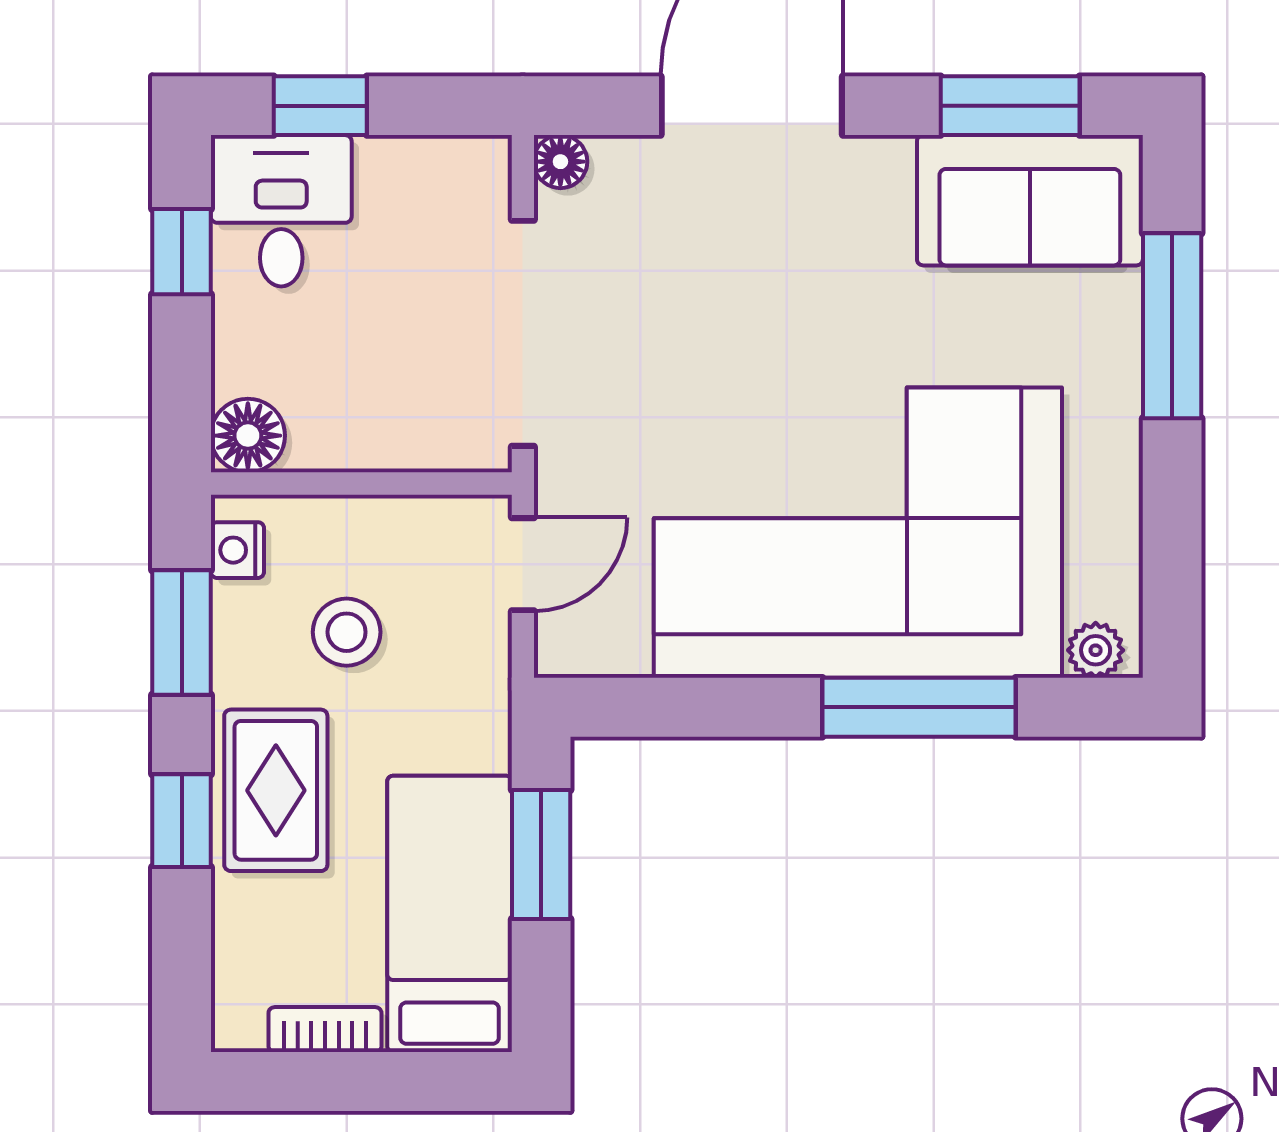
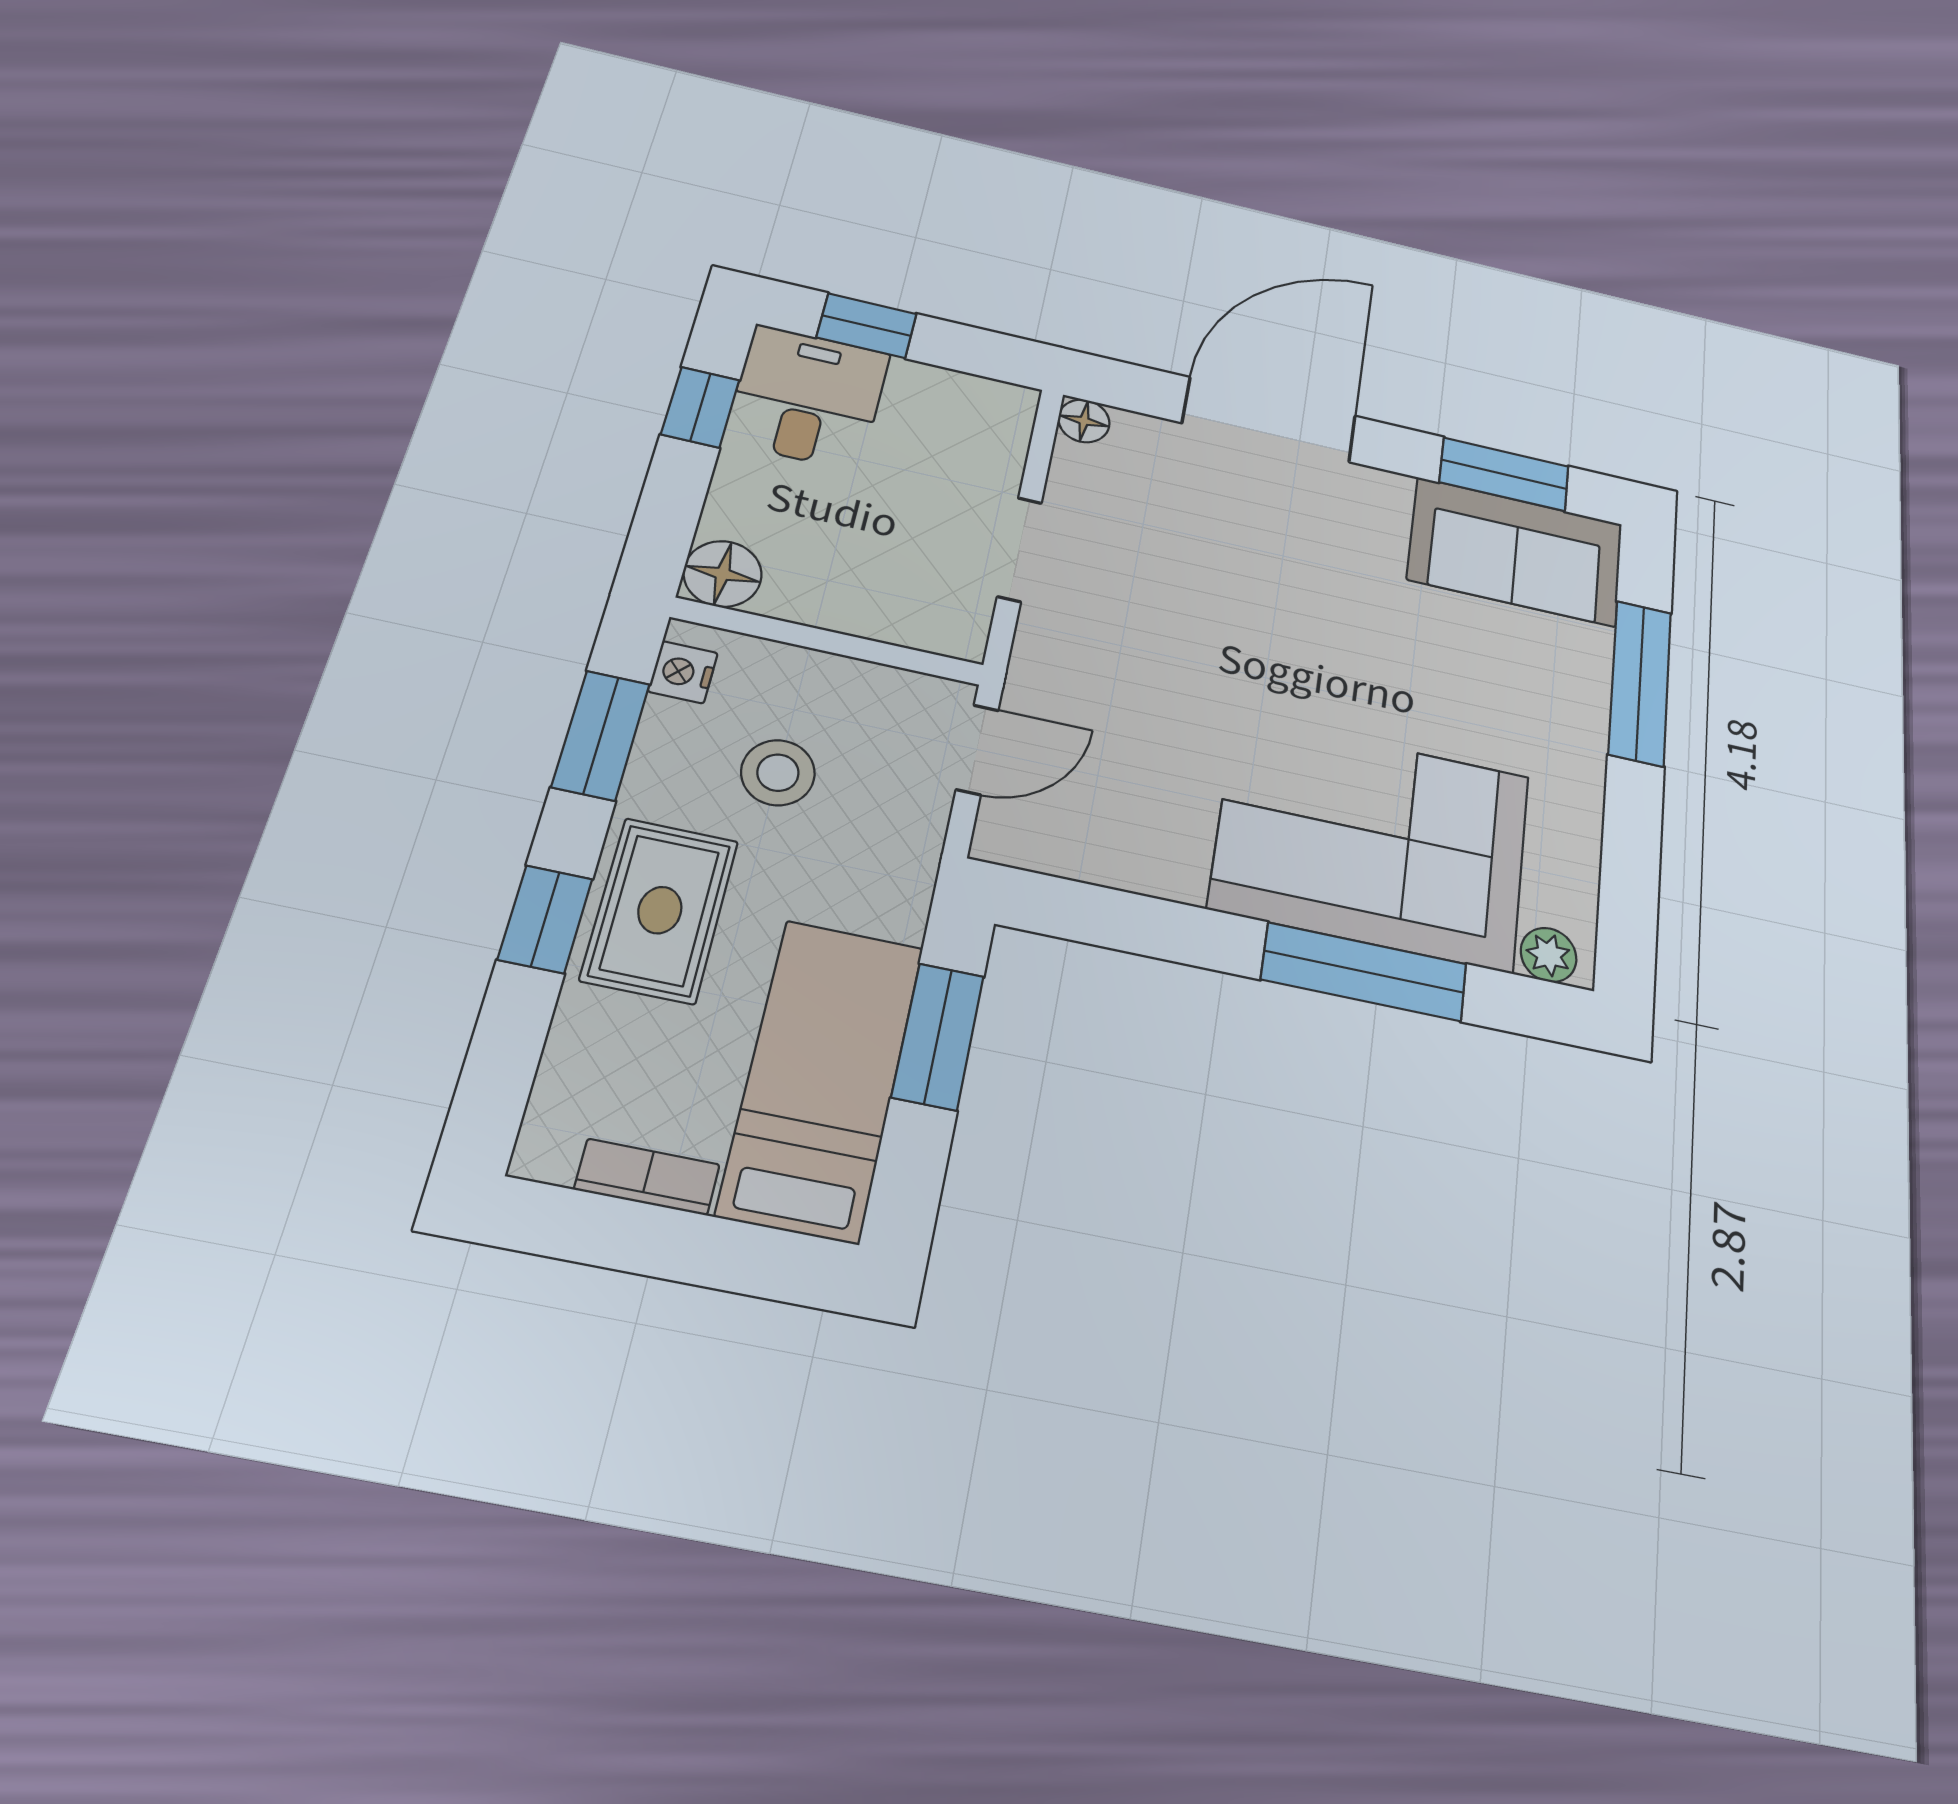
doorway: (523, 333) -> (1020, 549), width x0.53
corner sofa: (858, 533) -> (1372, 841), width x0.73, depth x0.74

